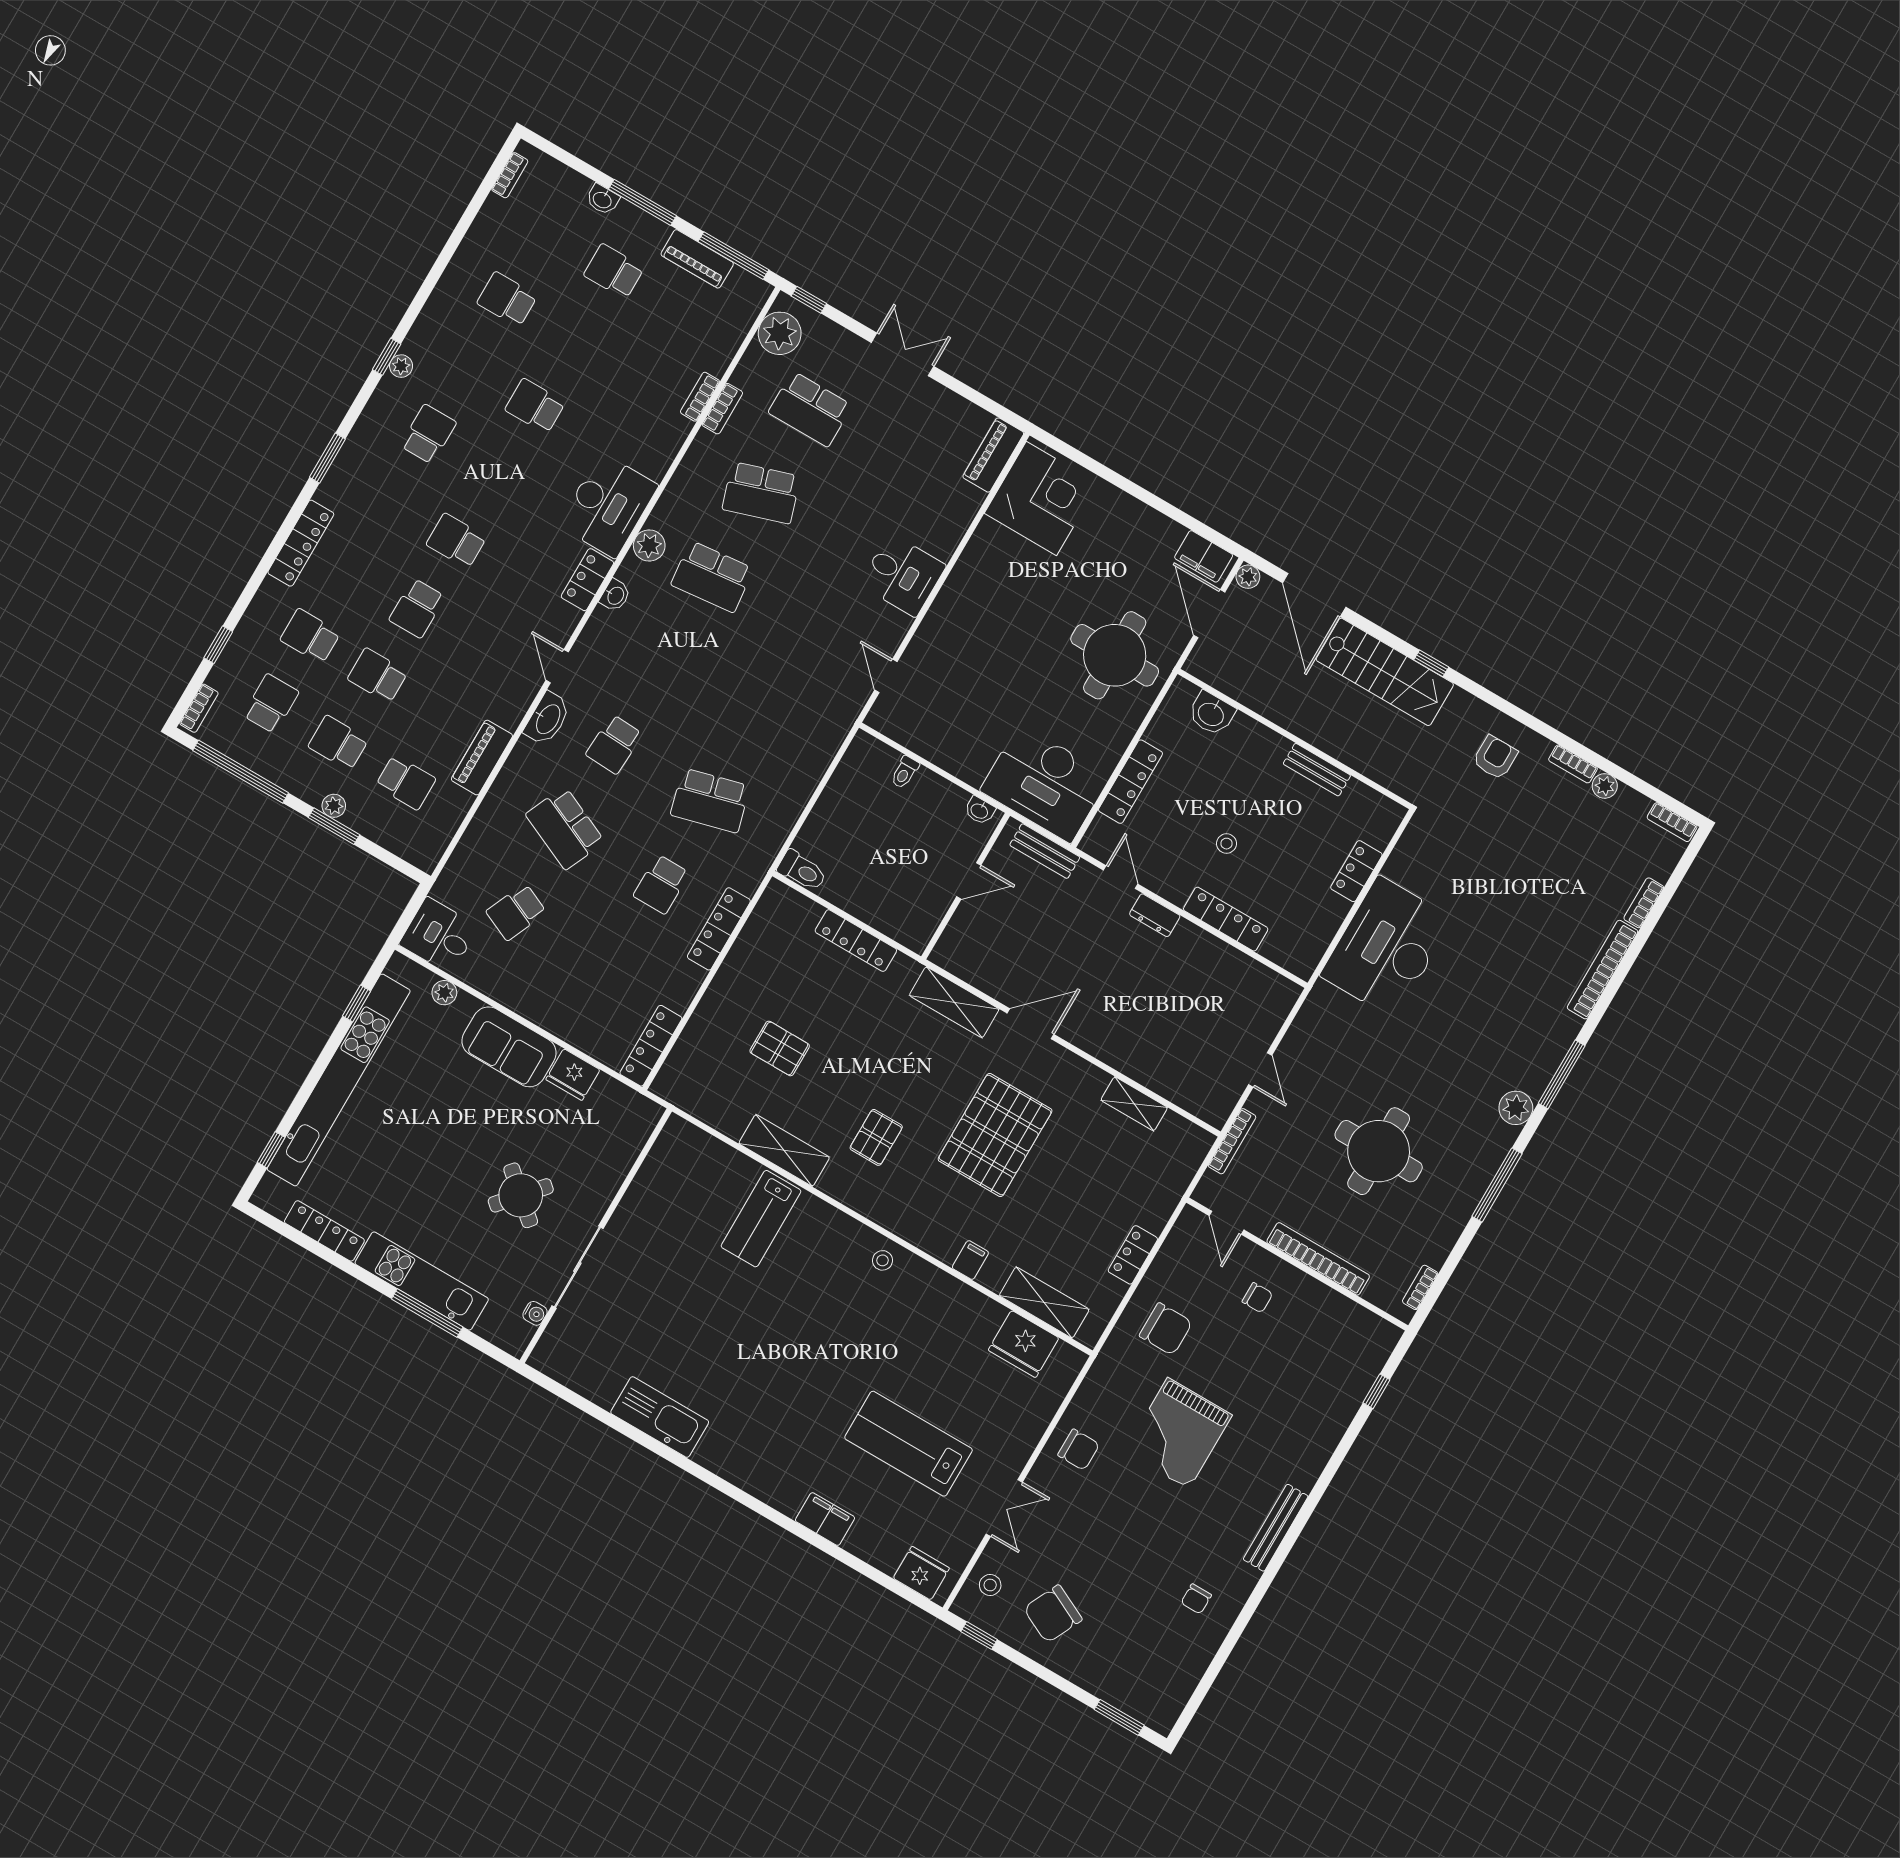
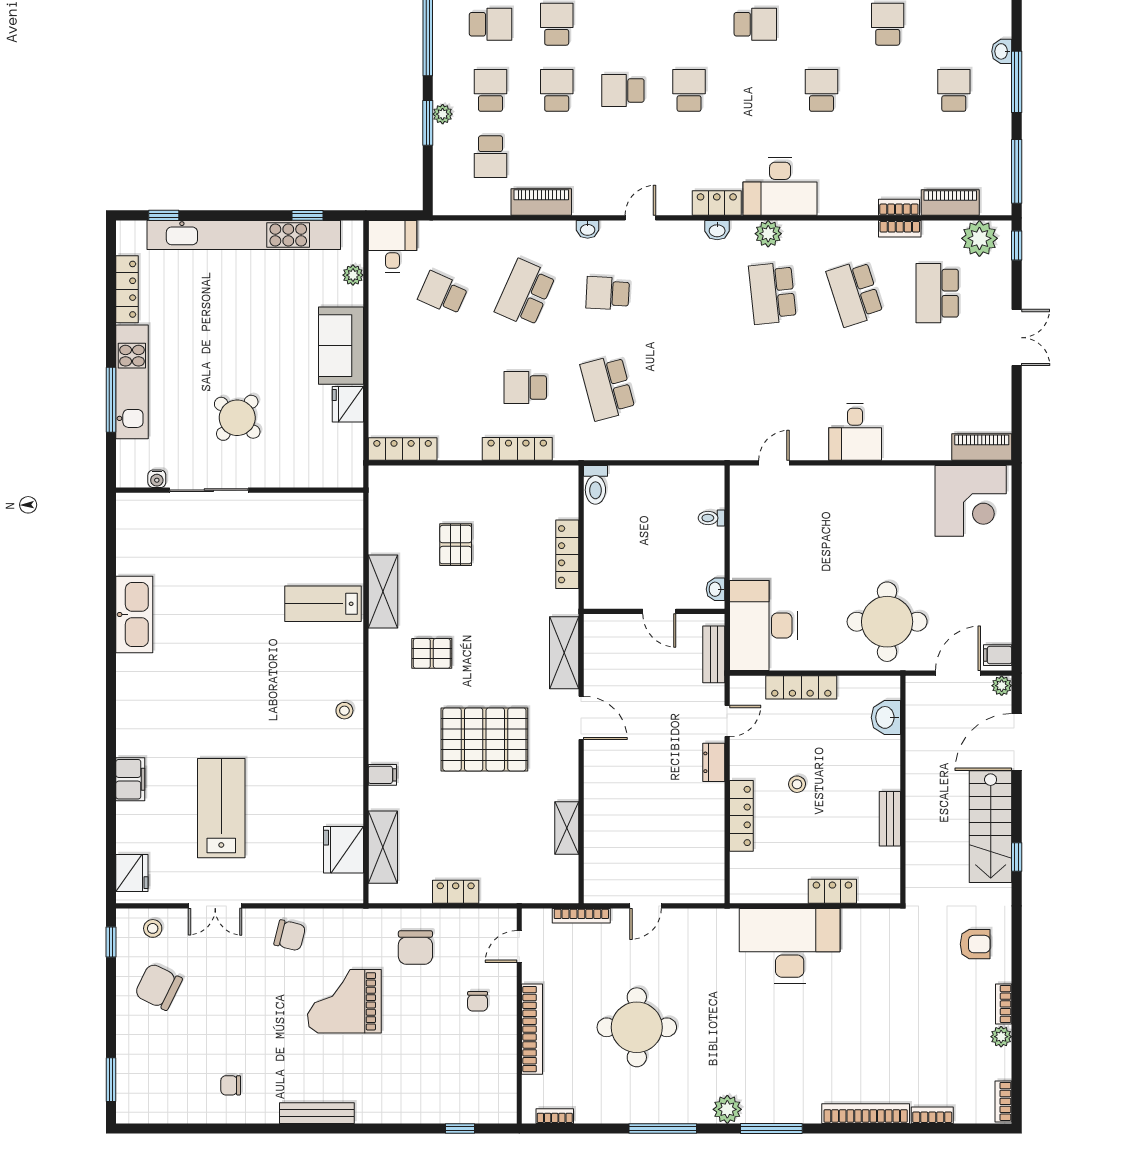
piano: (697, 259) -> (950, 202), moved, turned 90
filing cabinet: (1204, 556) -> (998, 655), width x0.50
washbasin: (547, 719) -> (588, 229), width x0.52, depth x0.69
chair: (1079, 1450) -> (290, 935), turned -76

